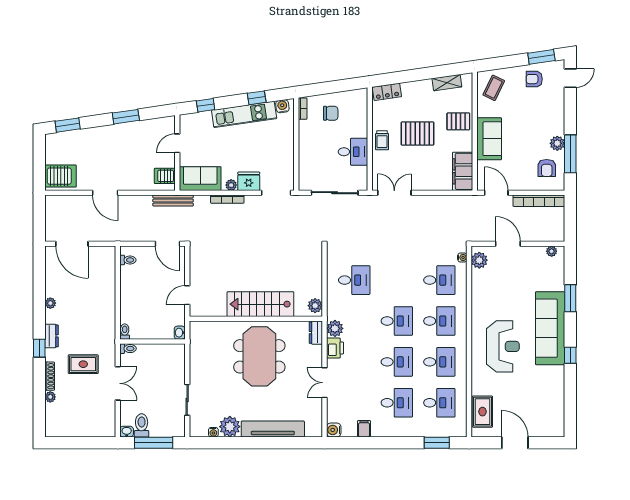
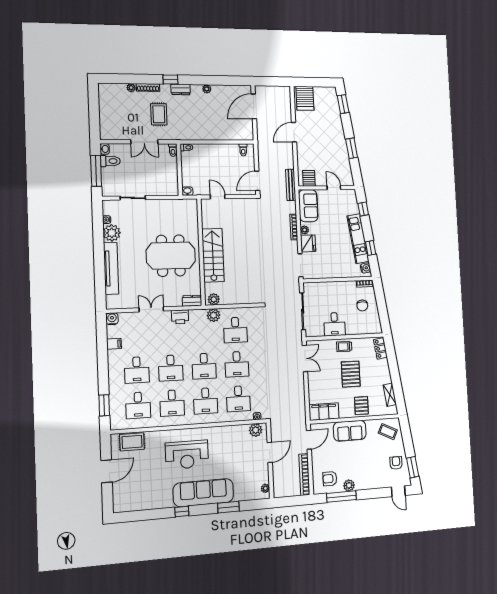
desk: (397, 280) -> (237, 364), added
plant: (335, 328) -> (213, 315), moved

